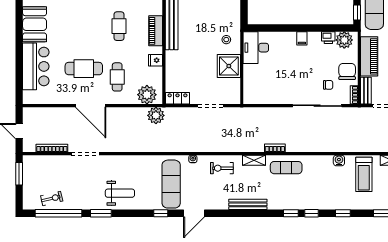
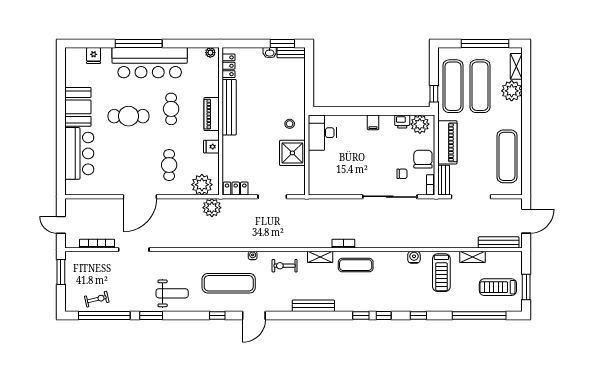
cafe table: (84, 69) -> (128, 116), moved
door: (91, 106) -> (140, 197), hinge flipped
exercise mat: (171, 184) -> (229, 283), turned 90

